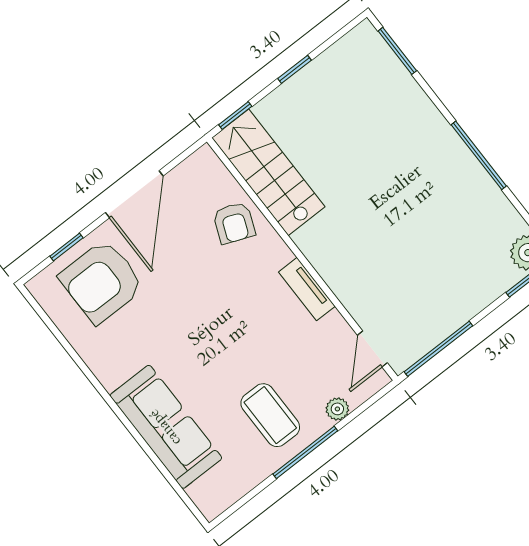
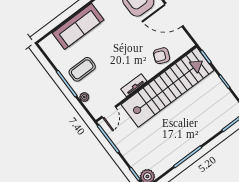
stairs: (268, 172) -> (167, 87), width x1.86, depth x1.51
door: (372, 349) -> (109, 112), swing flipped

